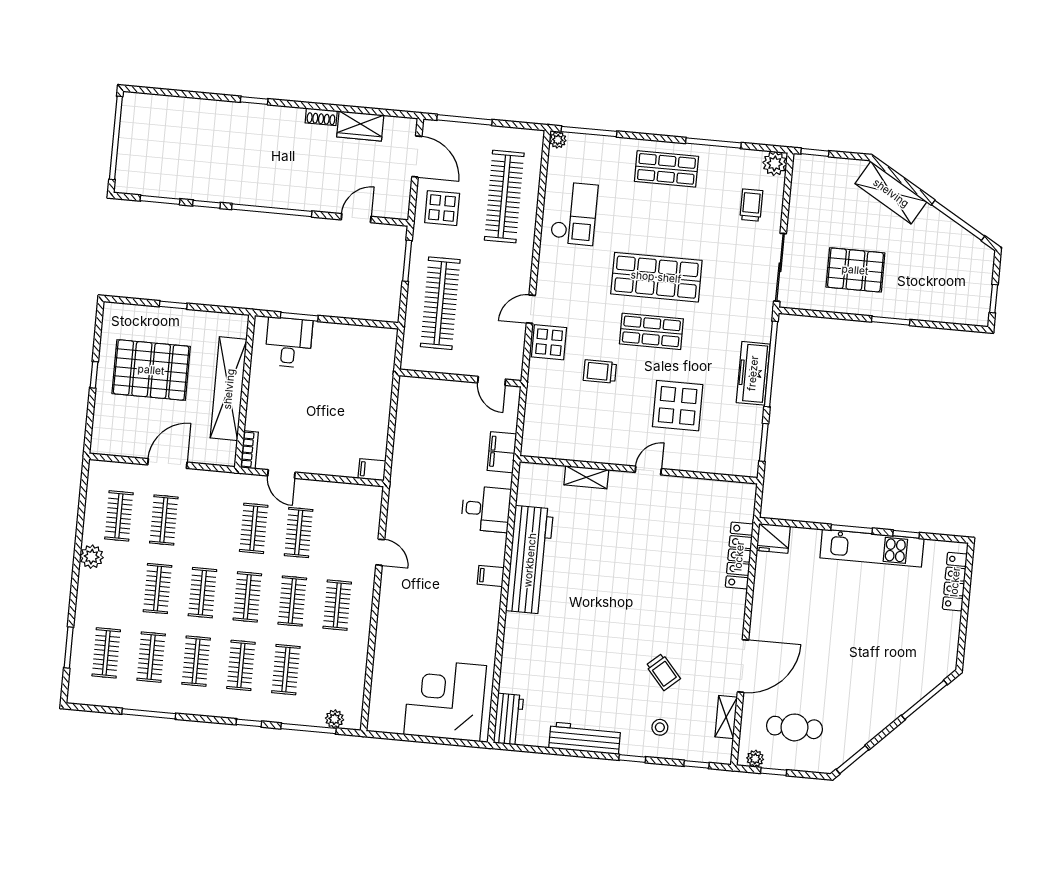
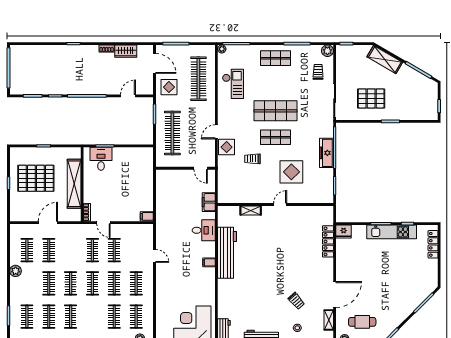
clothes rail: (241, 665) -> (136, 317), moved

